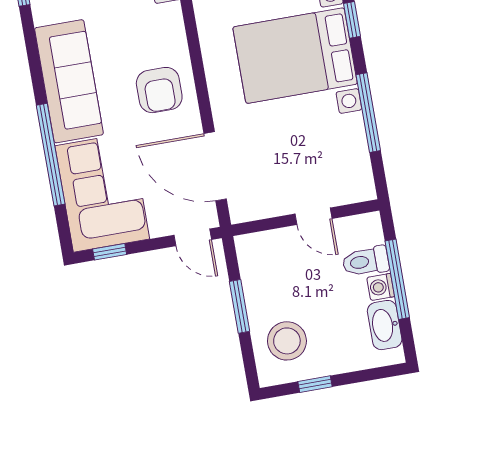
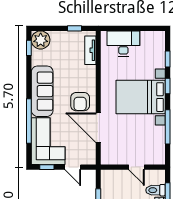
door: (215, 166) -> (98, 128), moved
door: (193, 237) -> (73, 167), moved

